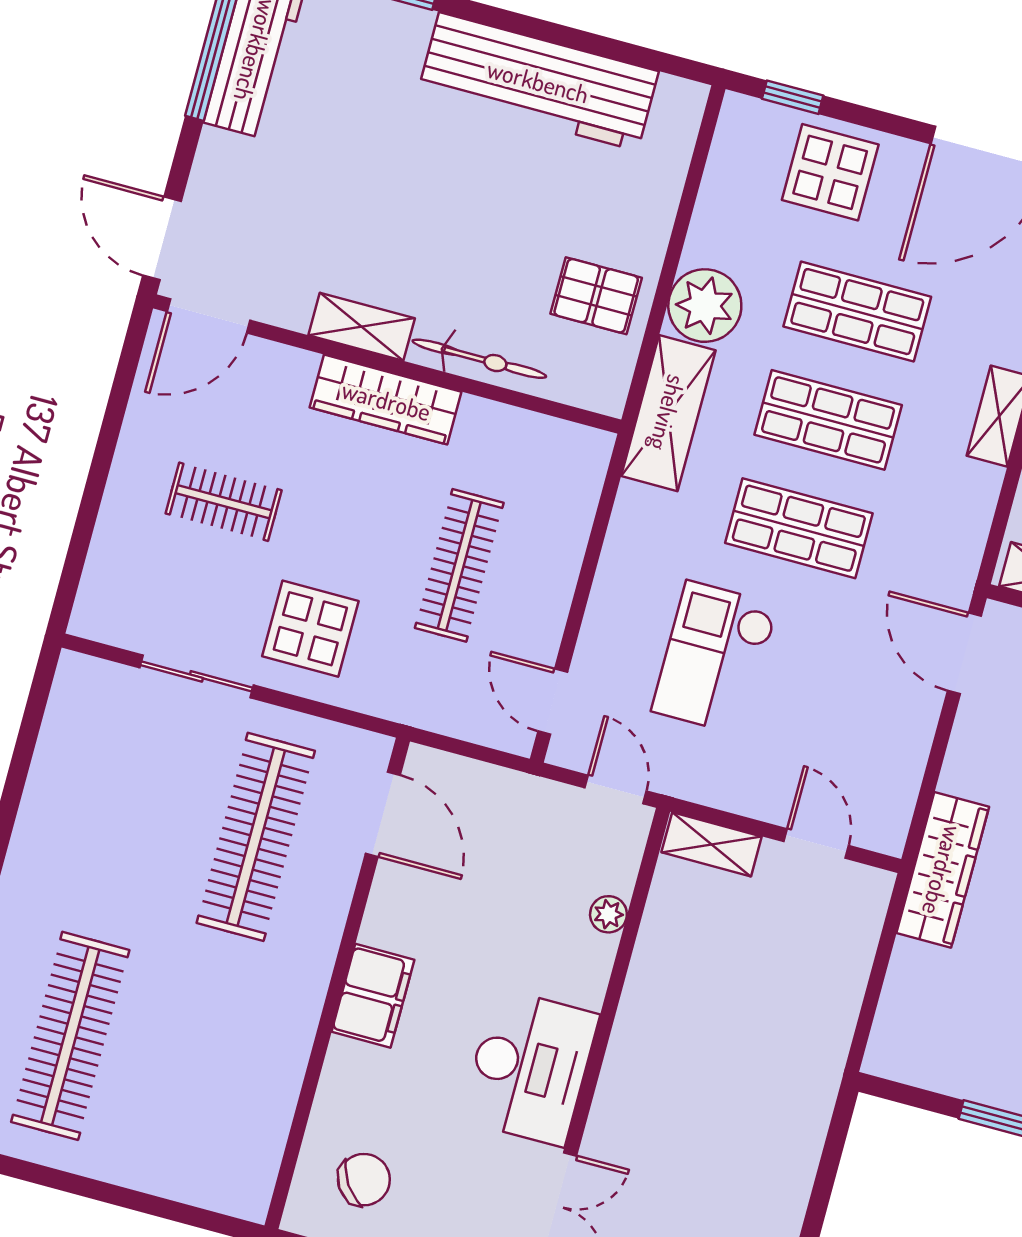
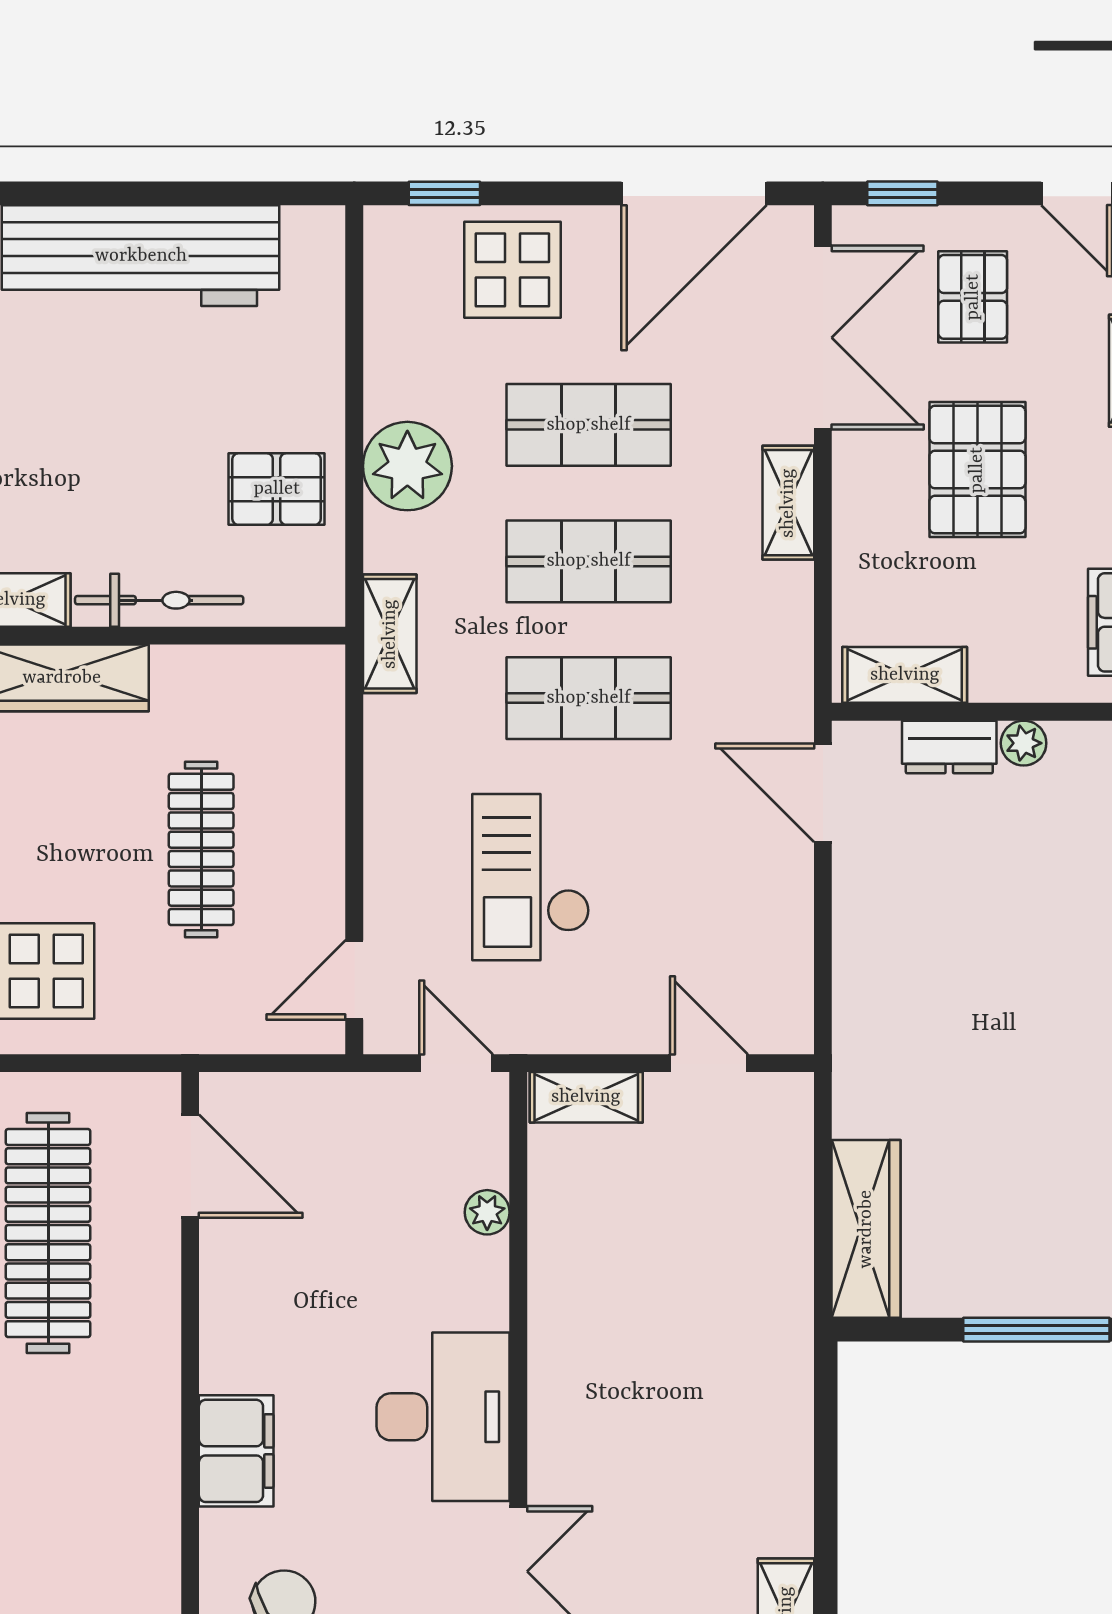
shelving: (668, 413) -> (390, 634), width x0.67, depth x0.75
door: (553, 702) -> (354, 980), hinge flipped
wardrobe: (943, 870) -> (866, 1229), moved
filing cabinet: (373, 996) -> (236, 1451), moved

